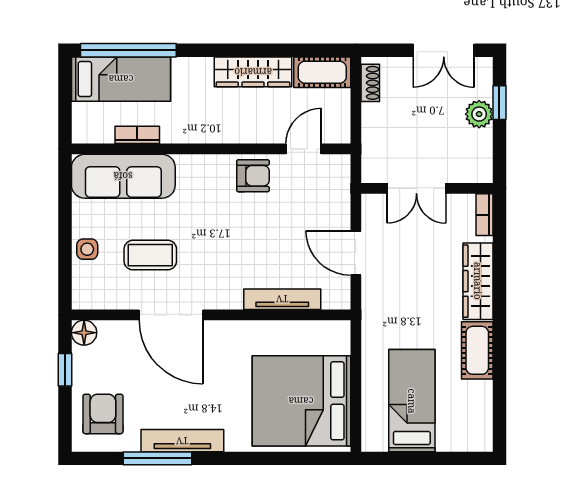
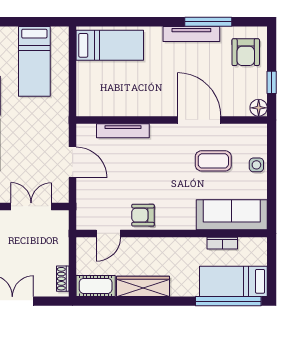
bed: (301, 401) -> (110, 45), width x0.49

